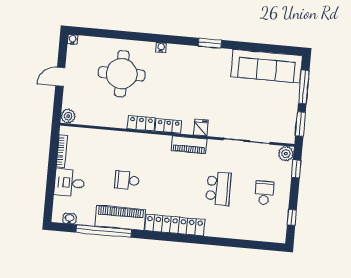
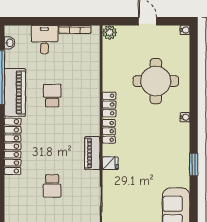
school desk: (218, 189) -> (52, 186), width x0.54

